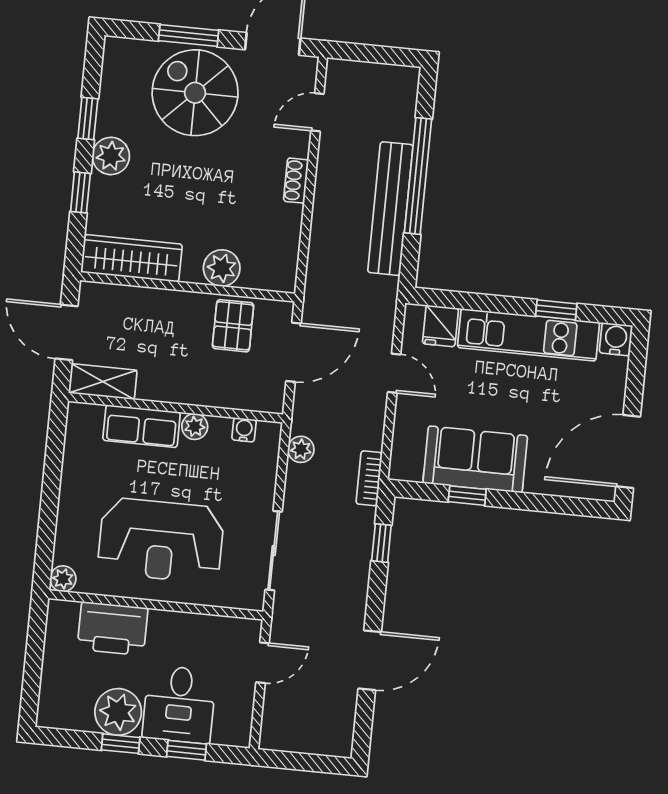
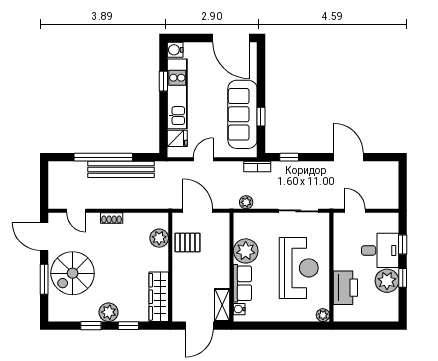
plant: (222, 268) -> (159, 238), moved
plant: (195, 426) -> (246, 251), width x1.87, depth x1.87
water cooler: (244, 430) -> (239, 309), moved
sofa: (475, 459) -> (242, 114), width x1.36

